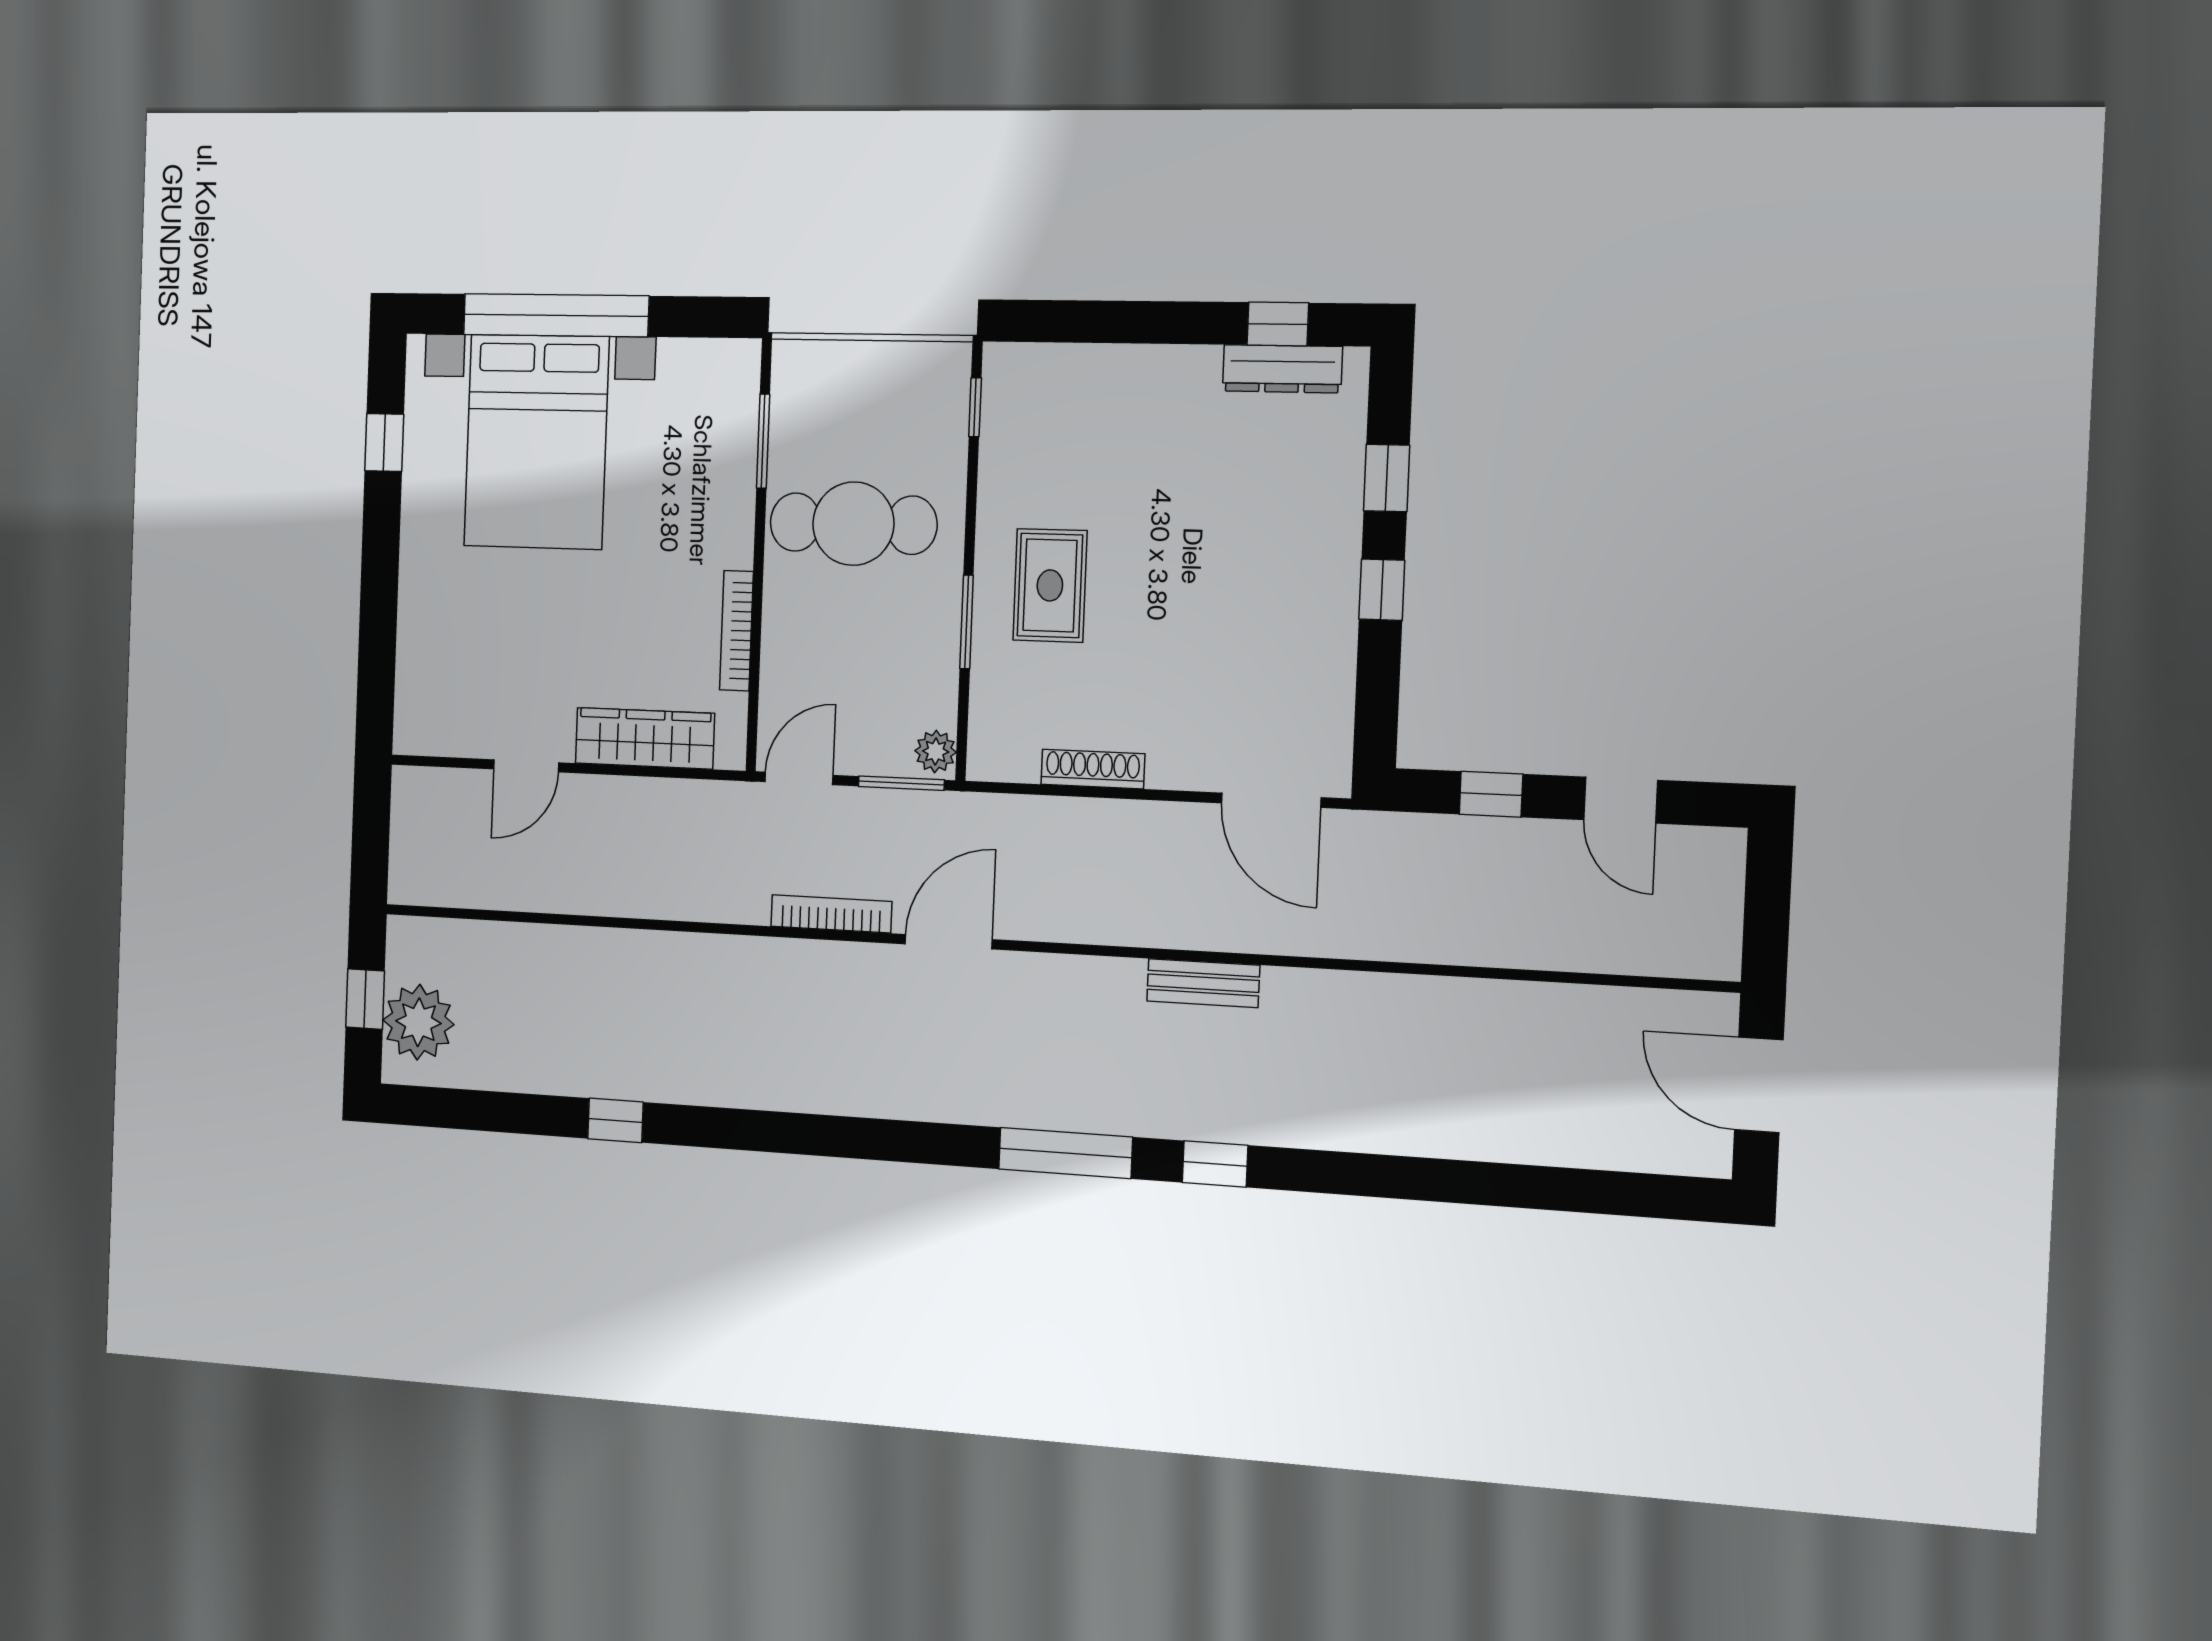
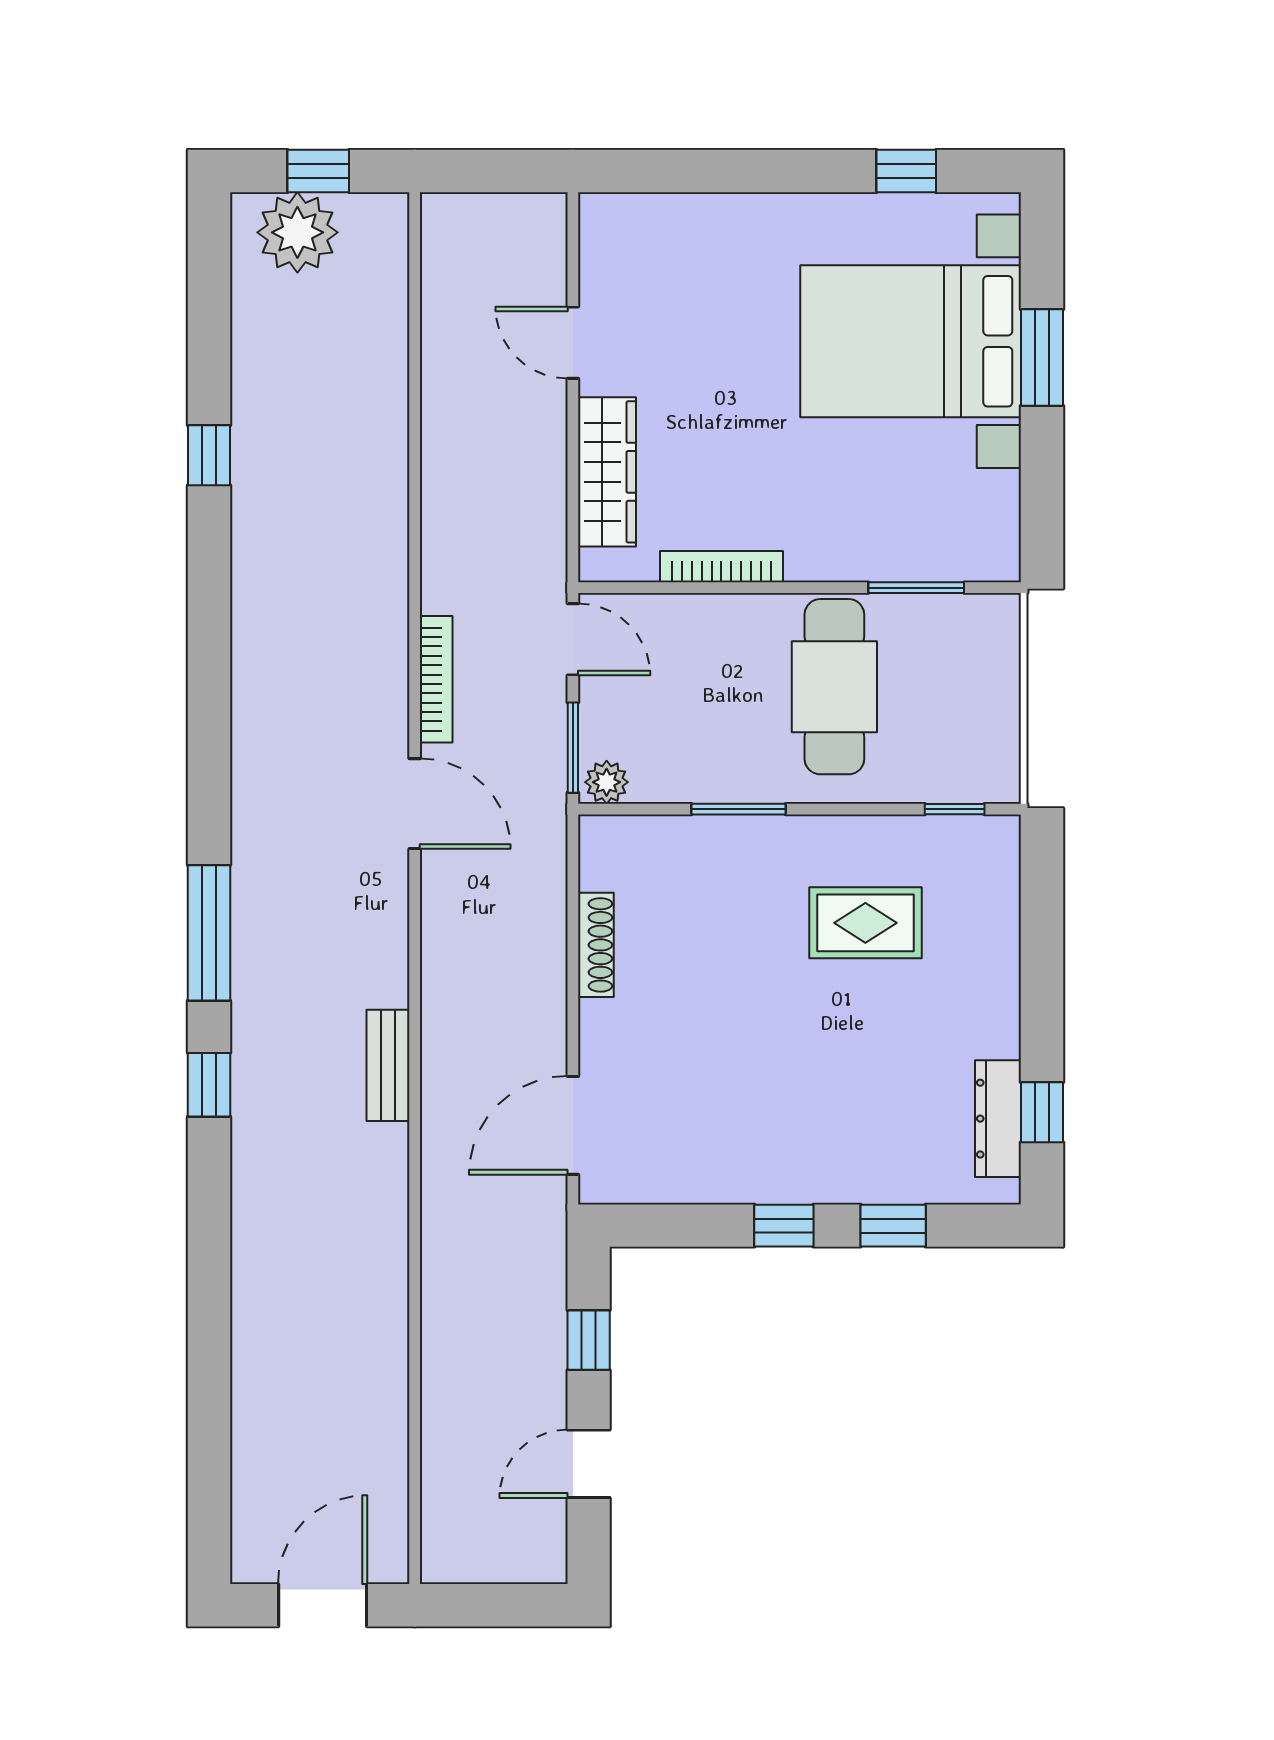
window: (556, 315) -> (1042, 358), width x0.47
rug: (1050, 585) -> (865, 923), moved

